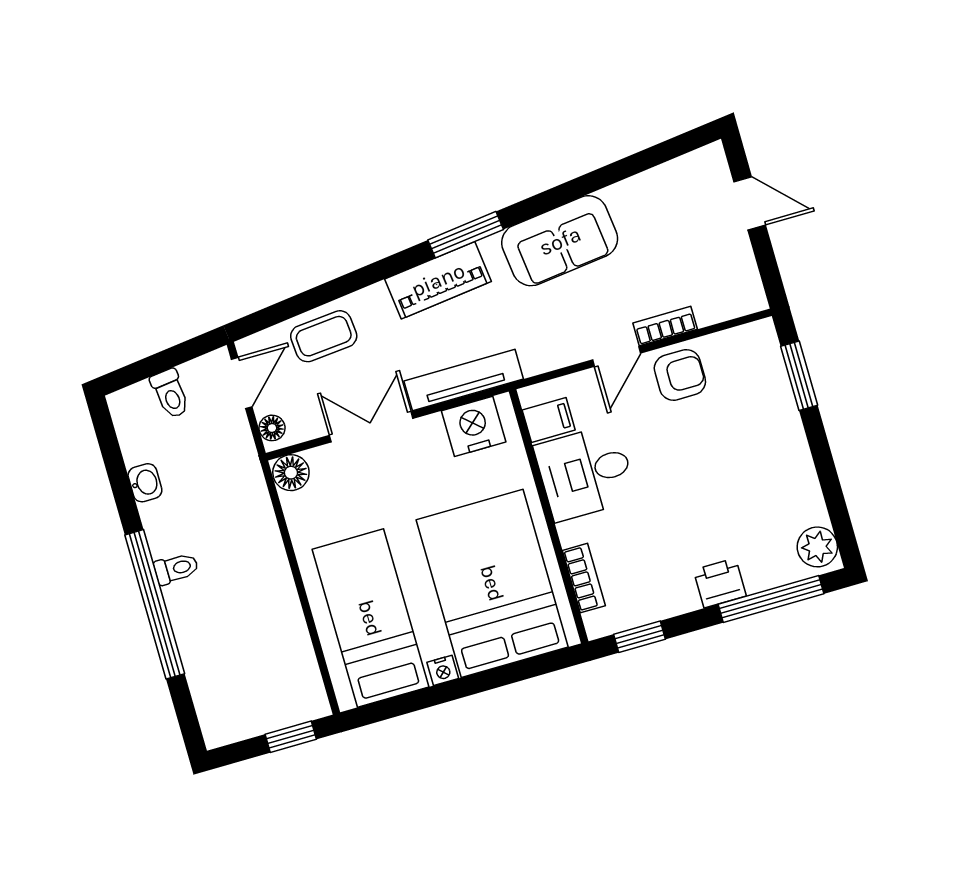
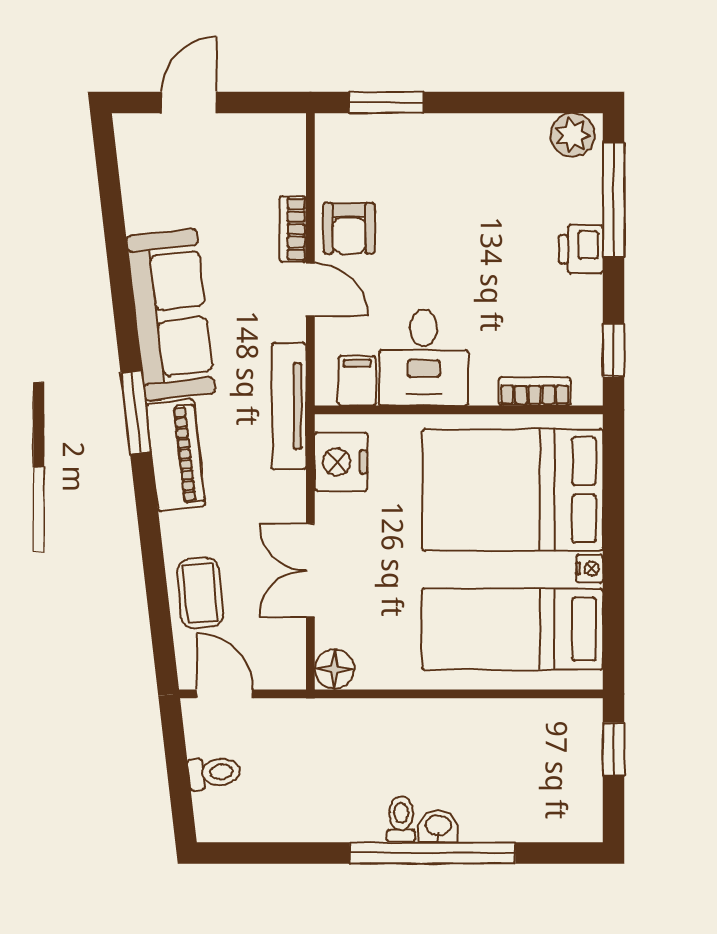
sofa: (560, 241) -> (171, 315), width x1.36
armchair: (680, 375) -> (349, 228), turned 180
tv unit: (464, 380) -> (289, 406), moved
floor lamp: (272, 428) -> (282, 676), removed
washbasin: (145, 483) -> (438, 826), moved

